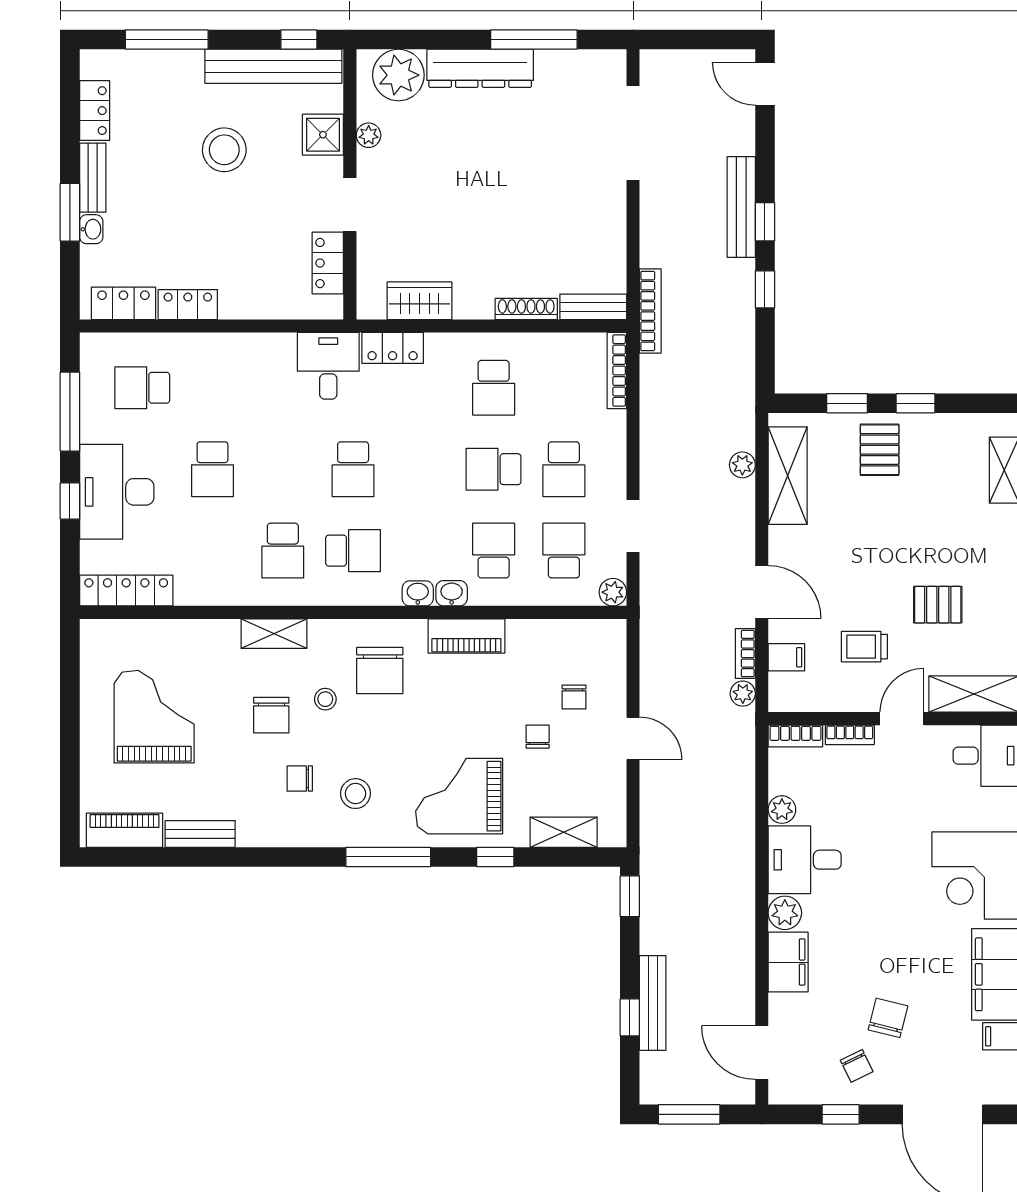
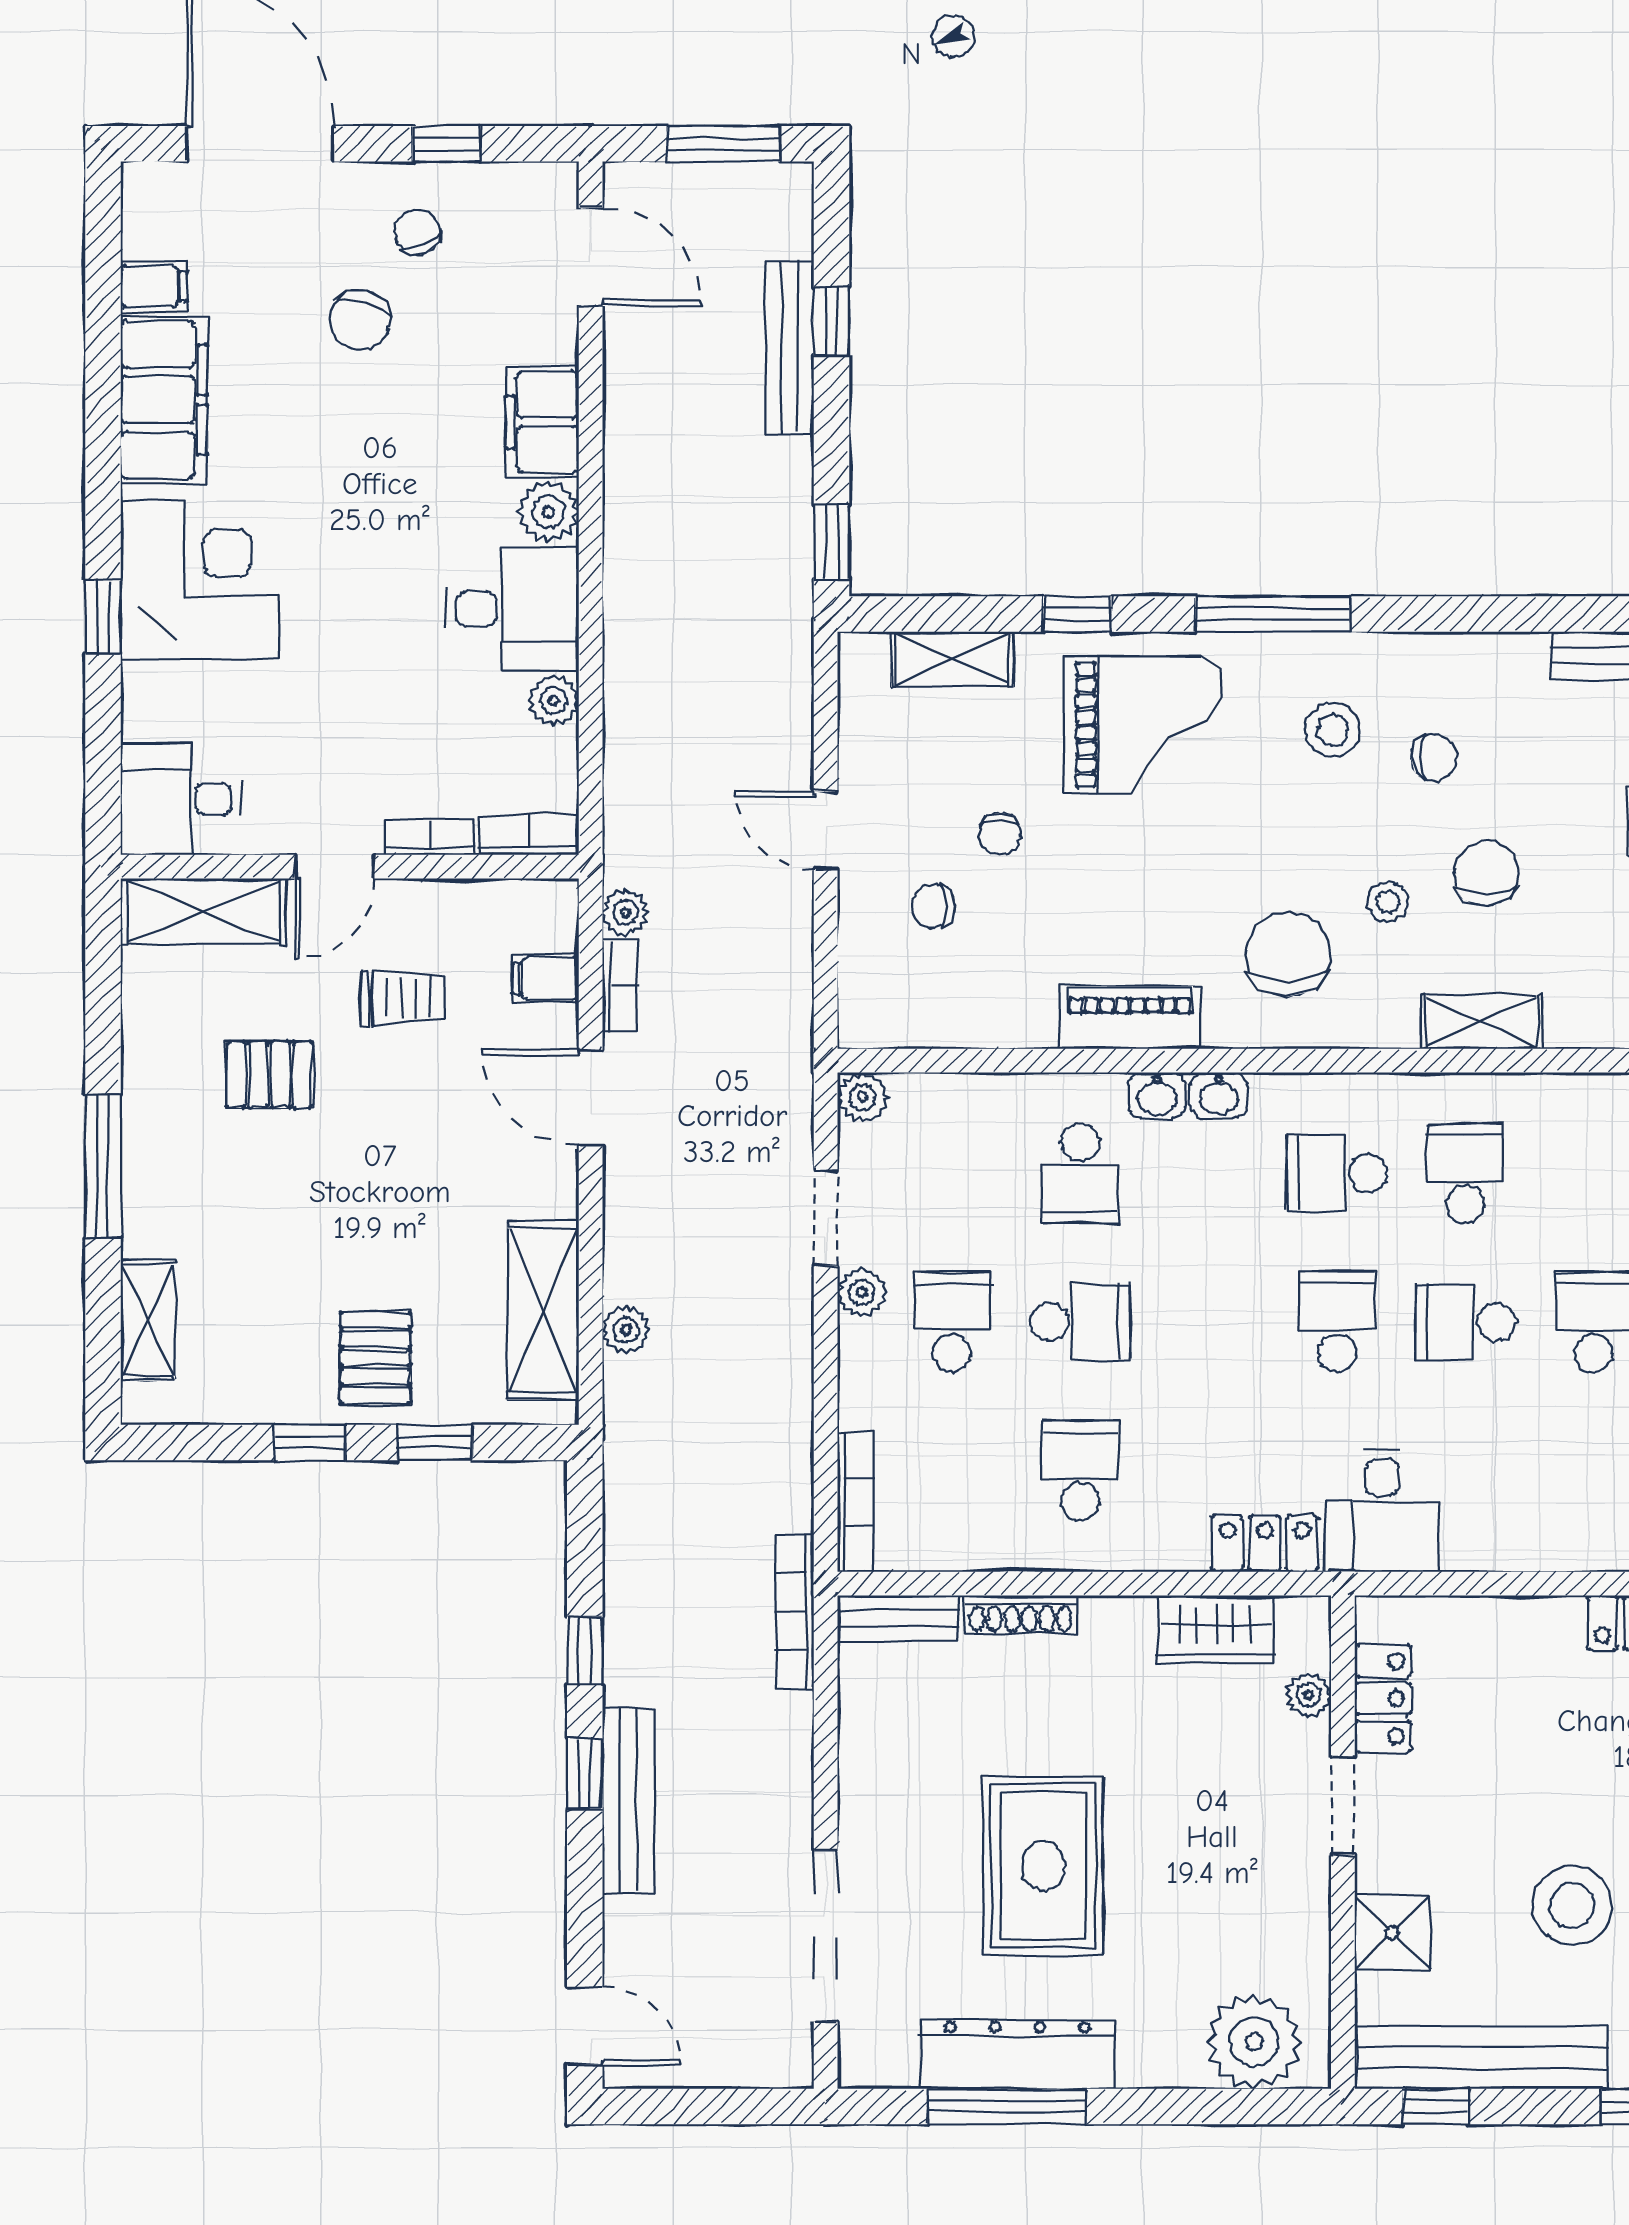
dresser: (480, 68) -> (1017, 2054), moved
plant: (369, 135) -> (1309, 1695), moved
rug: (514, 171) -> (1043, 1866), added
plant: (613, 485) -> (862, 1292), added
school desk: (564, 551) -> (1465, 1322), moved, turned 90
chair: (574, 697) -> (933, 906), turned -90

